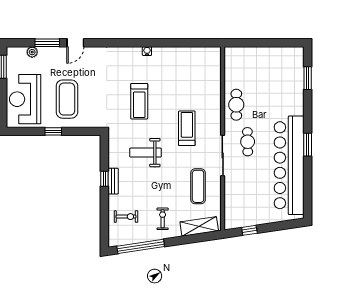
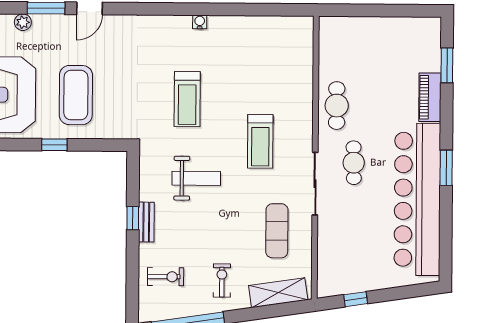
piano: (297, 99) -> (430, 97), added
treadmill: (187, 128) -> (260, 141), turned 180
weight bench: (146, 153) -> (196, 178), turned 180

